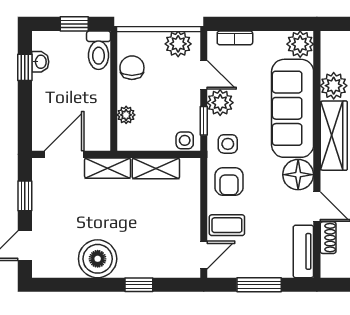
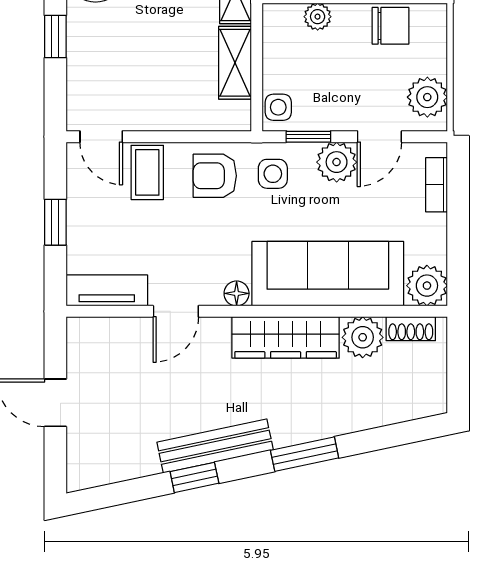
floor lamp: (298, 175) -> (237, 293), width x0.53, depth x0.53
shoe rack: (328, 238) -> (411, 329), moved
window: (259, 285) -> (55, 222), width x0.67

